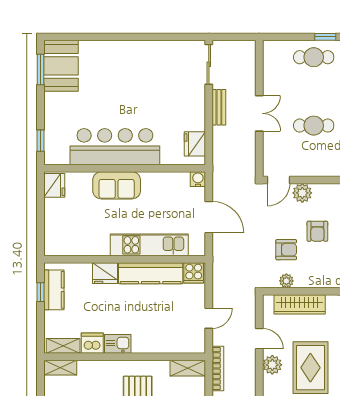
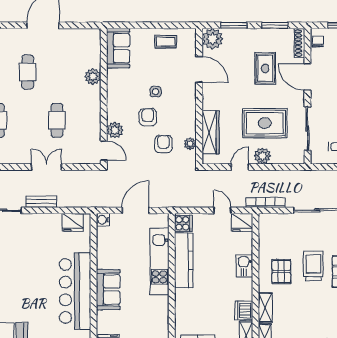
armchair: (317, 231) -> (148, 117), turned -90
fridge: (105, 273) -> (242, 222), moved, turned 90
kitchen sink: (118, 344) -> (244, 266), moved
shelving: (188, 368) -> (265, 307), moved

